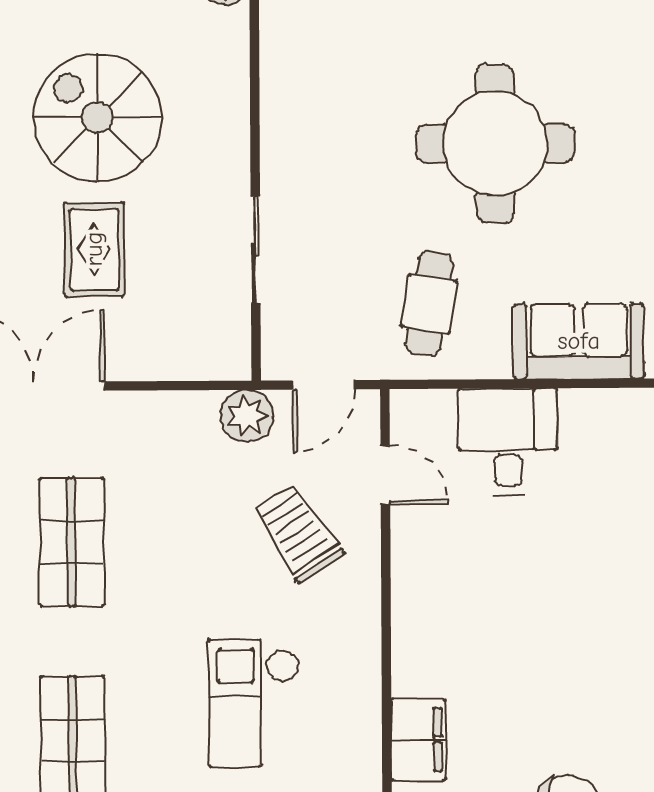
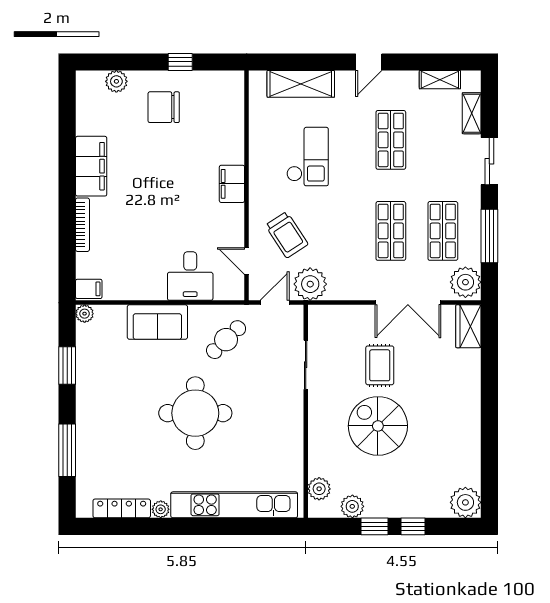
spiral stairs: (98, 117) -> (378, 426), turned 180
cafe table: (429, 304) -> (226, 340), turned 37
plant: (247, 416) -> (310, 284), width x1.36, depth x1.36
filing cabinet: (419, 740) -> (232, 184), moved

